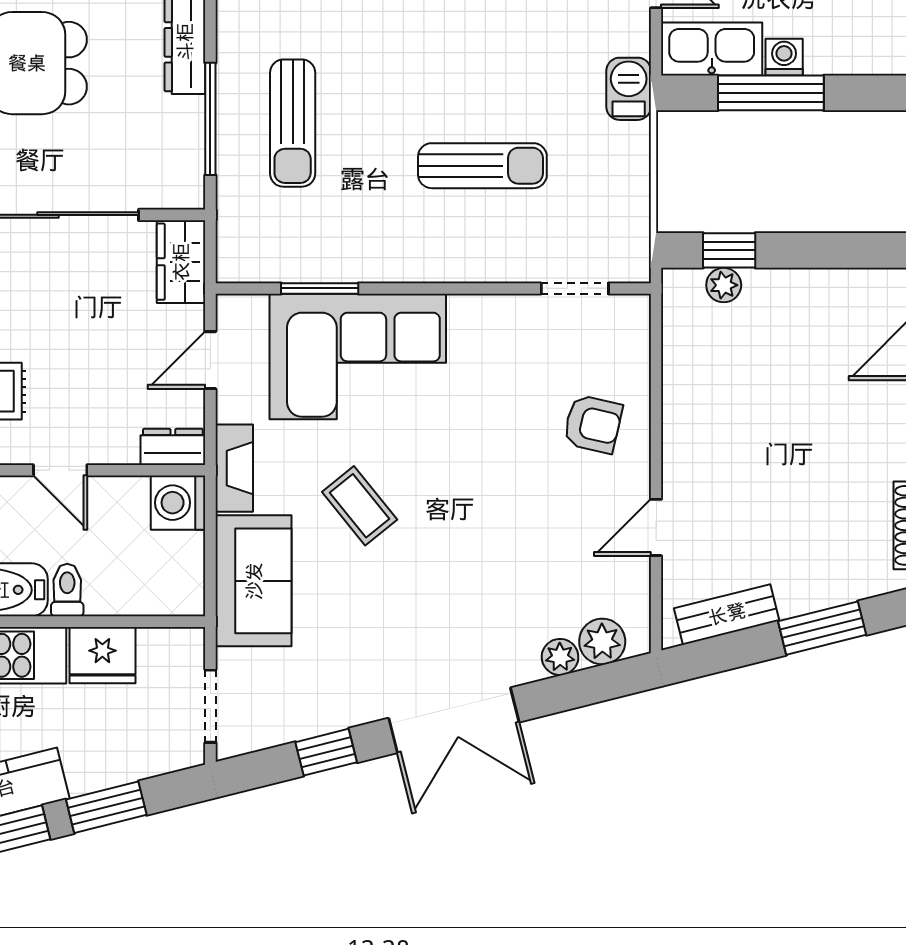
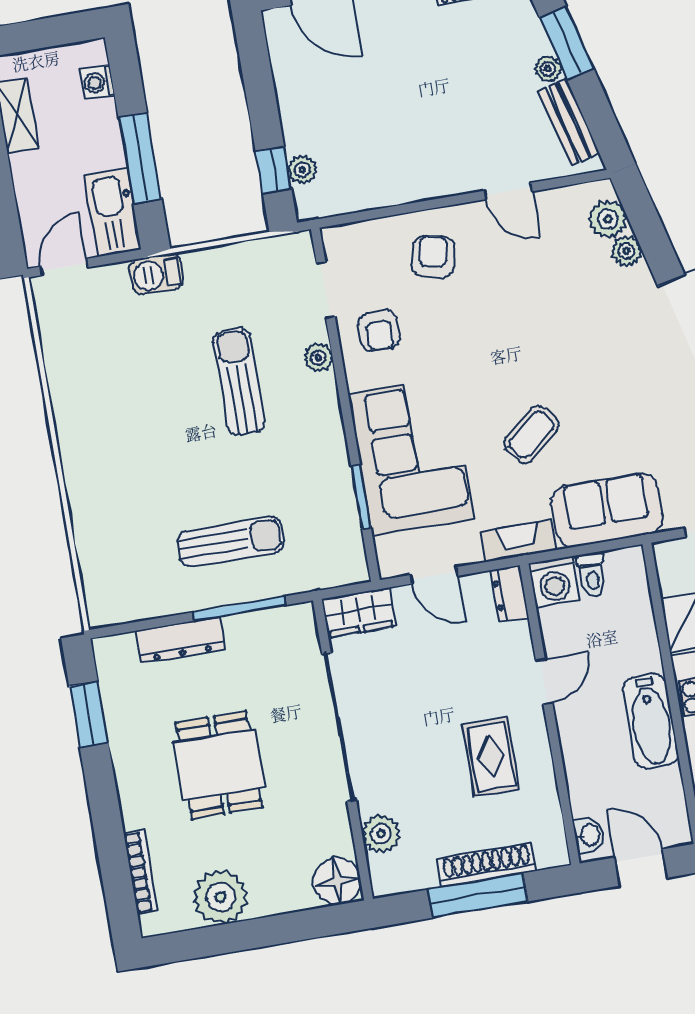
washing machine: (784, 57) -> (97, 82), moved
plant: (495, 266) -> (318, 358), added
armchair: (515, 344) -> (379, 331), added
toilet: (67, 590) -> (592, 575), moved, turned -90
plant: (795, 600) -> (548, 69), added

